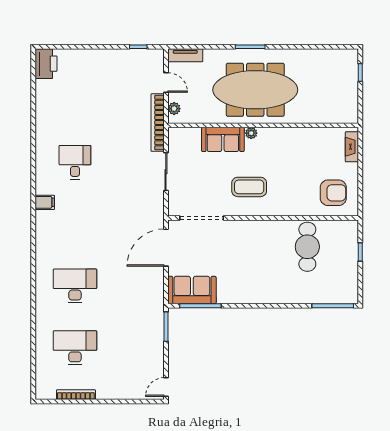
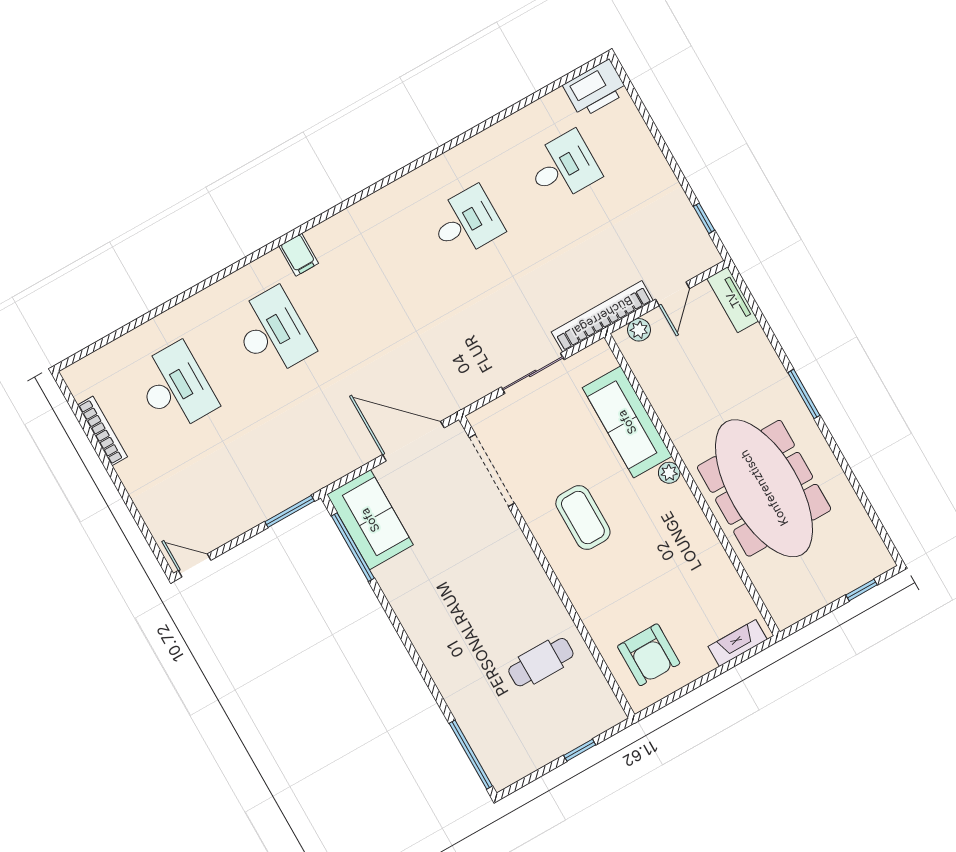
meeting table: (255, 90) -> (764, 488), moved
desk: (75, 100) -> (563, 167), added
sofa: (223, 139) -> (627, 422), width x1.36
filing cabinet: (45, 202) -> (299, 255), moved
cafe table: (307, 247) -> (541, 662), width x0.73, depth x0.74

